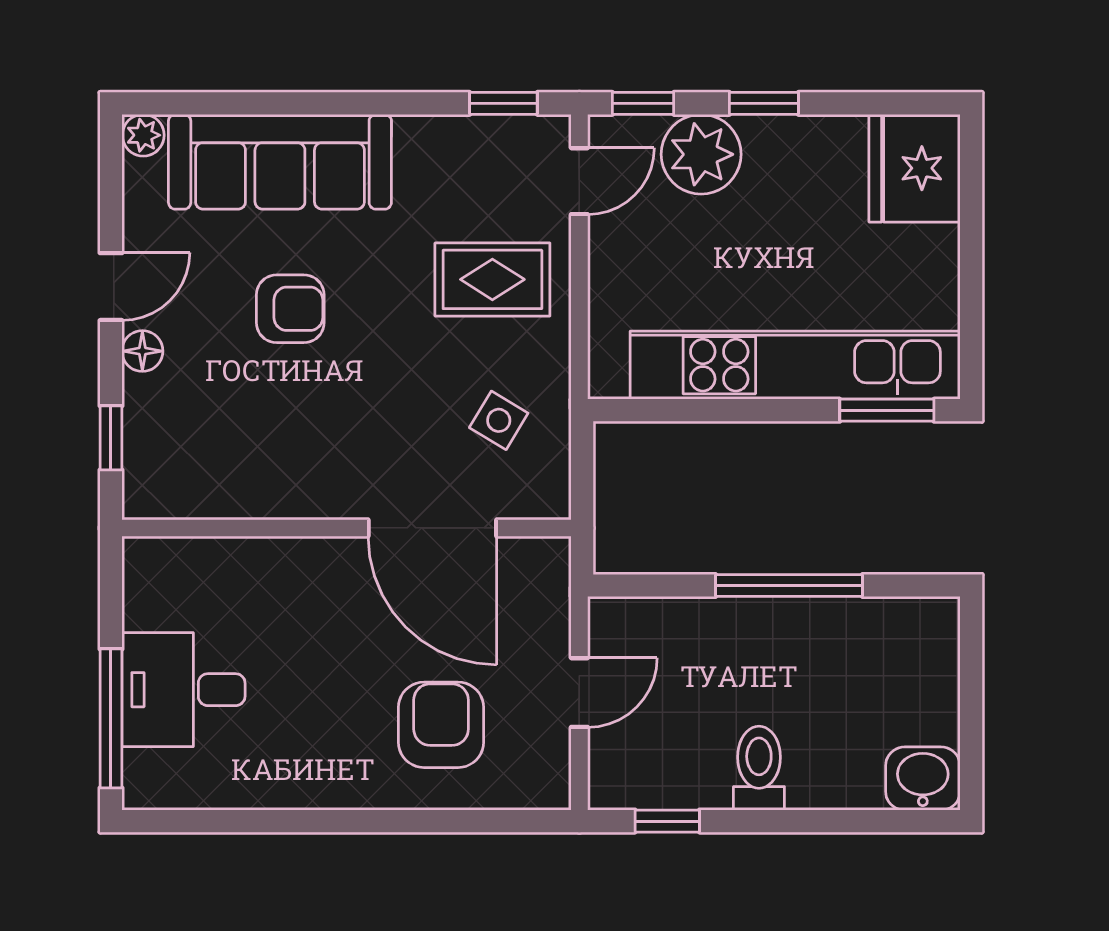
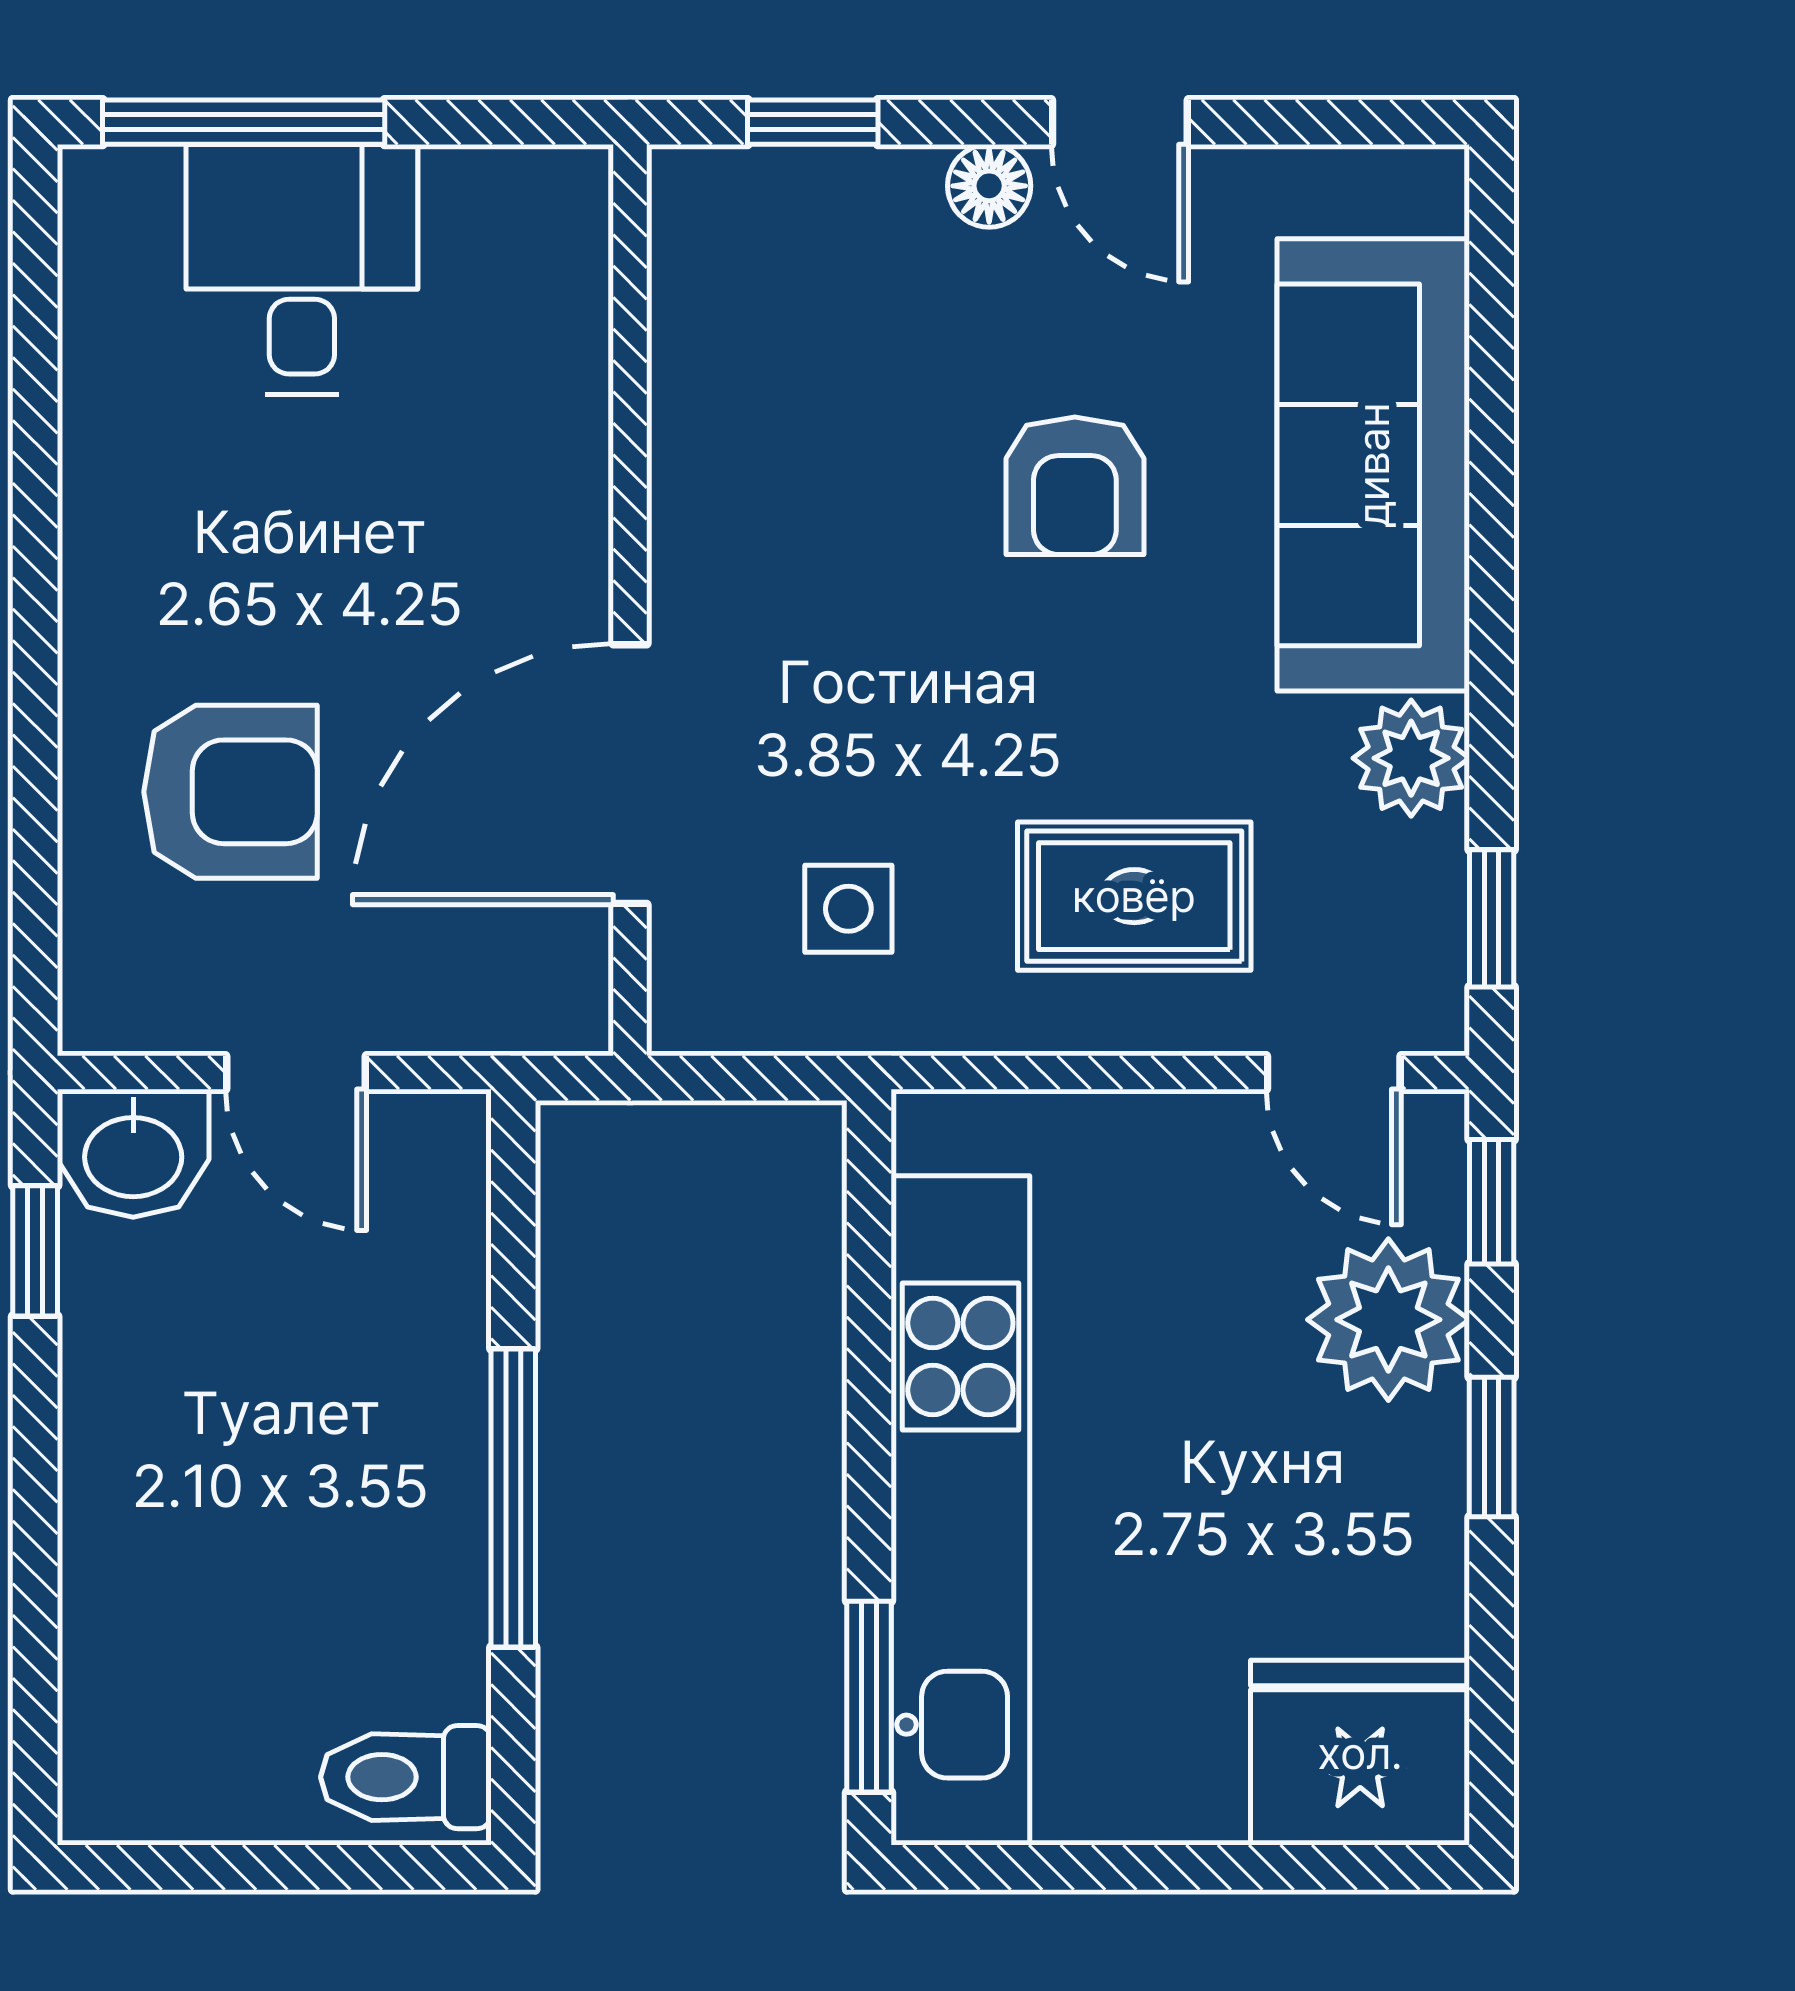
plant: (143, 135) -> (1411, 758), moved, width x1.38, depth x1.38
rug: (492, 279) -> (1134, 896), turned 90
side table: (499, 420) -> (848, 909), turned -31
toilet: (759, 768) -> (406, 1777), moved, turned 180
washbasin: (923, 779) -> (133, 1153), moved, turned 90

